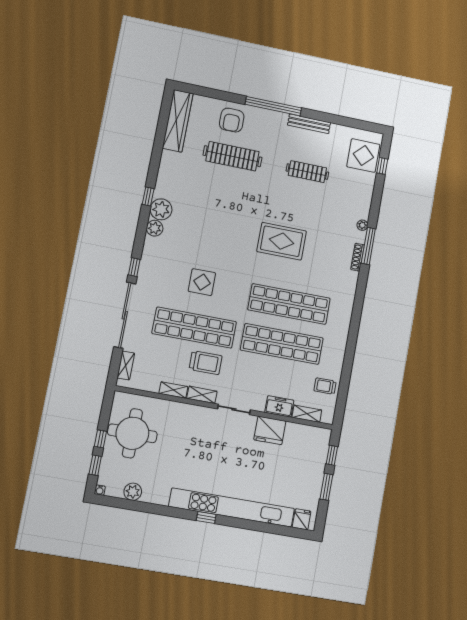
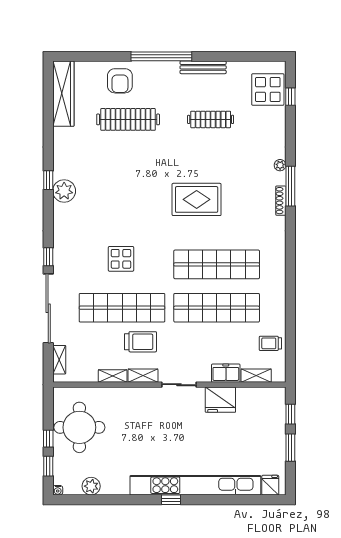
plant: (155, 228) -> (61, 212), removed

